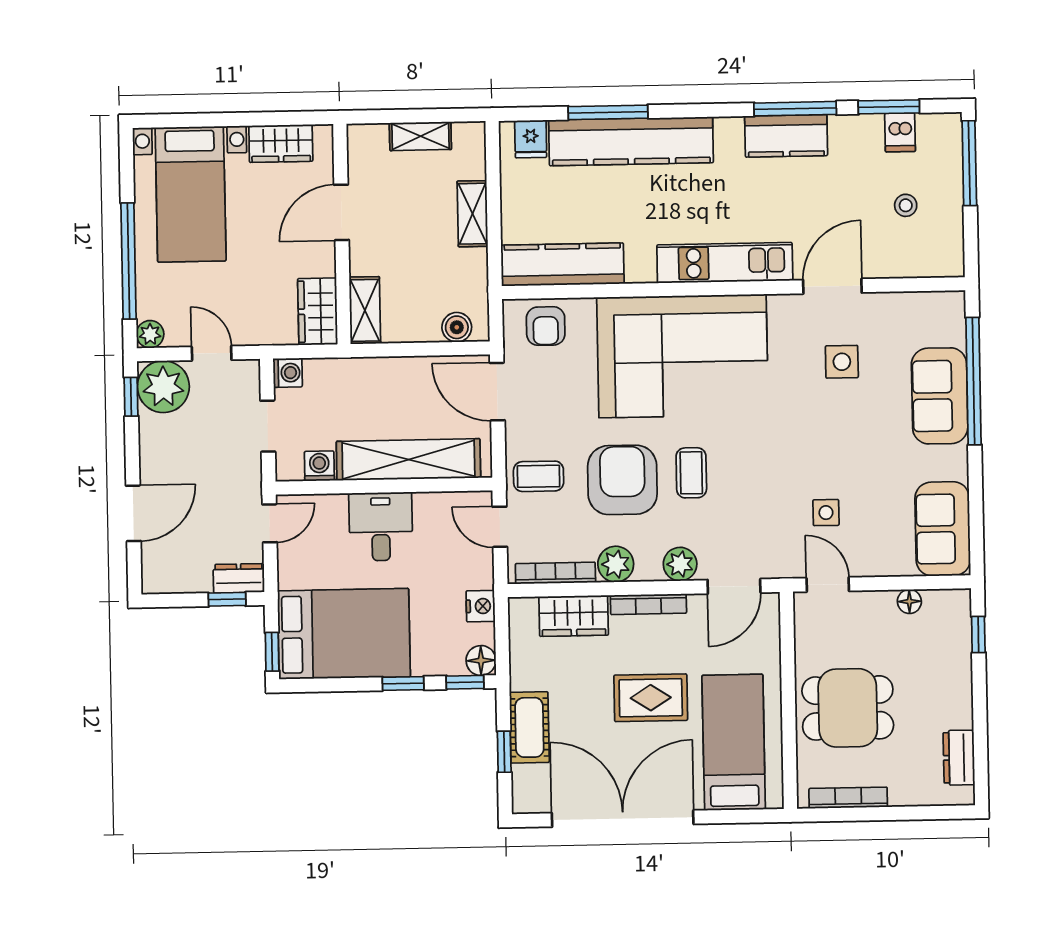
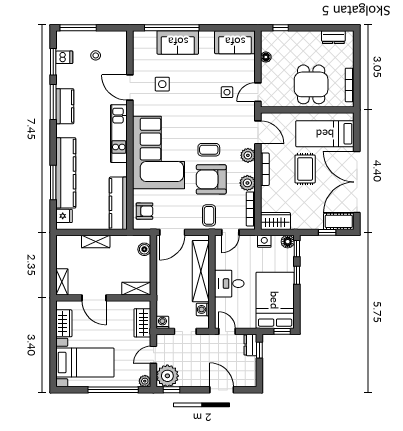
shelving: (420, 136) -> (62, 282), moved
wardrobe: (318, 311) -> (142, 323), moved, turned 90
wardrobe: (574, 616) -> (275, 221), moved, turned -90
cot: (529, 727) -> (339, 221), moved

